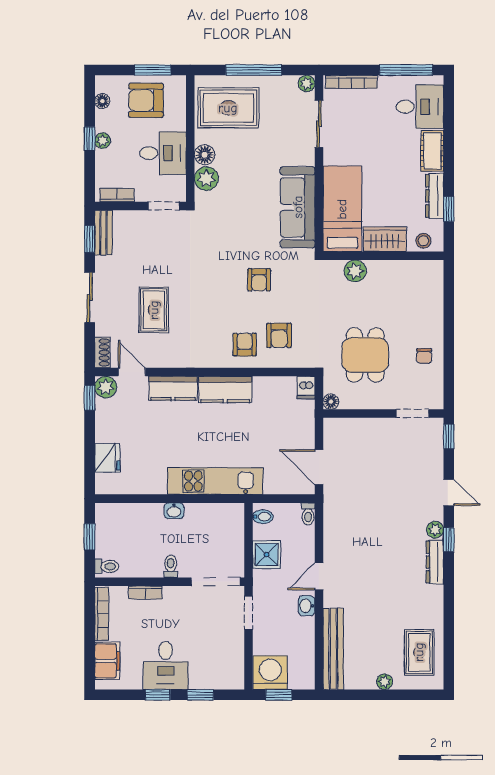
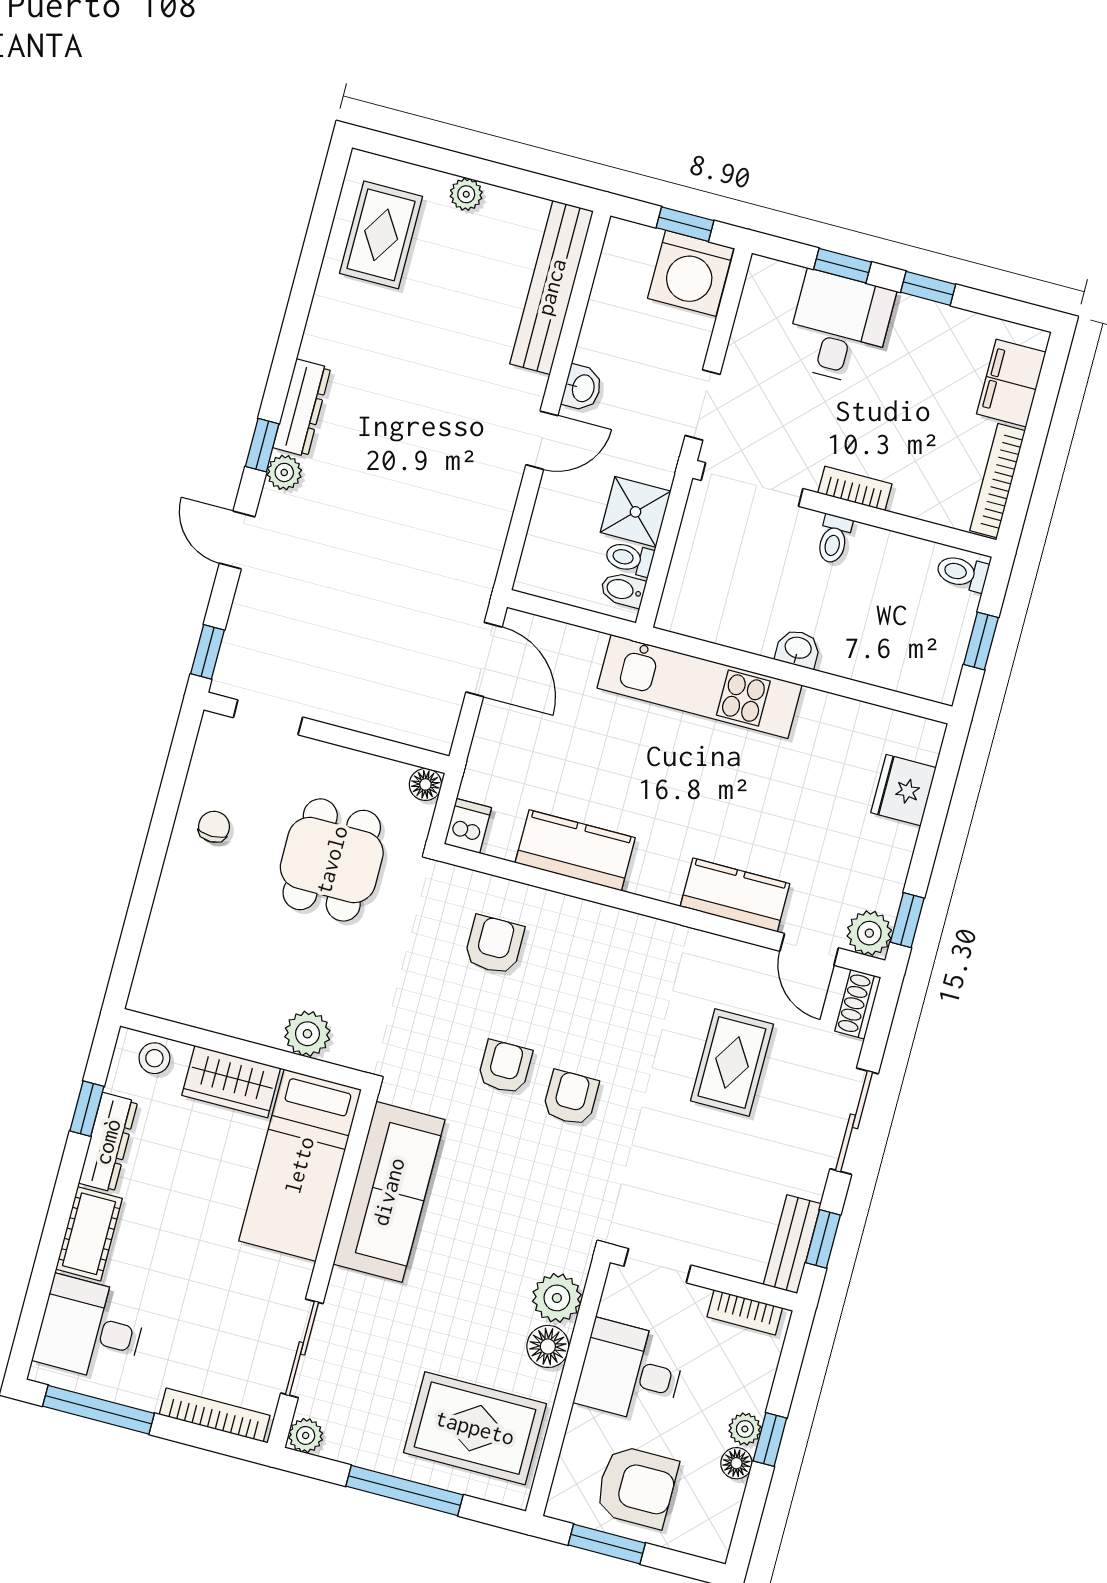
floor lamp: (102, 101) -> (736, 1463), moved
armchair: (245, 345) -> (571, 1098), moved, turned 180
kitchen counter: (225, 389) -> (575, 850), moved
toilet: (308, 514) -> (629, 558), moved, turned -90
bookcase: (145, 593) -> (855, 488), moved
desk: (166, 665) -> (840, 328), moved

